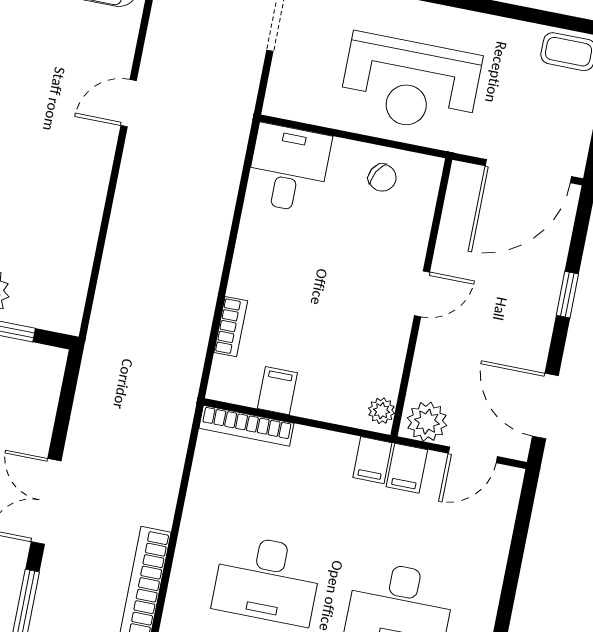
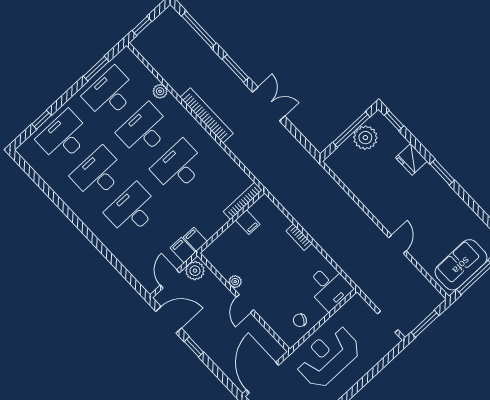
window: (567, 295) -> (194, 347), moved
bookcase: (231, 327) -> (299, 237), moved
plant: (382, 411) -> (235, 282), moved

